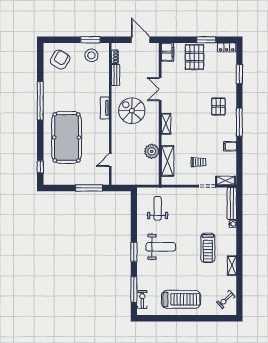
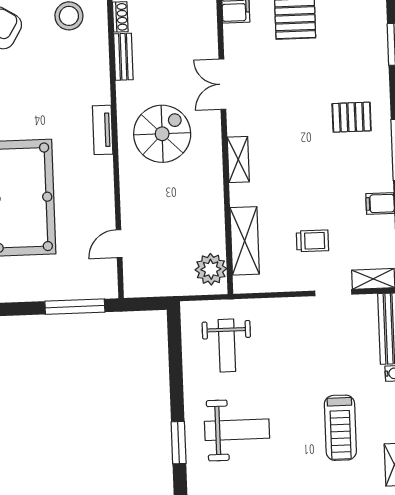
pallet: (218, 106) -> (352, 117), turned 90
spiral stairs: (132, 111) -> (162, 134), turned 90
plant: (152, 151) -> (211, 269), moved
weight bench: (158, 208) -> (227, 345), turned 180

